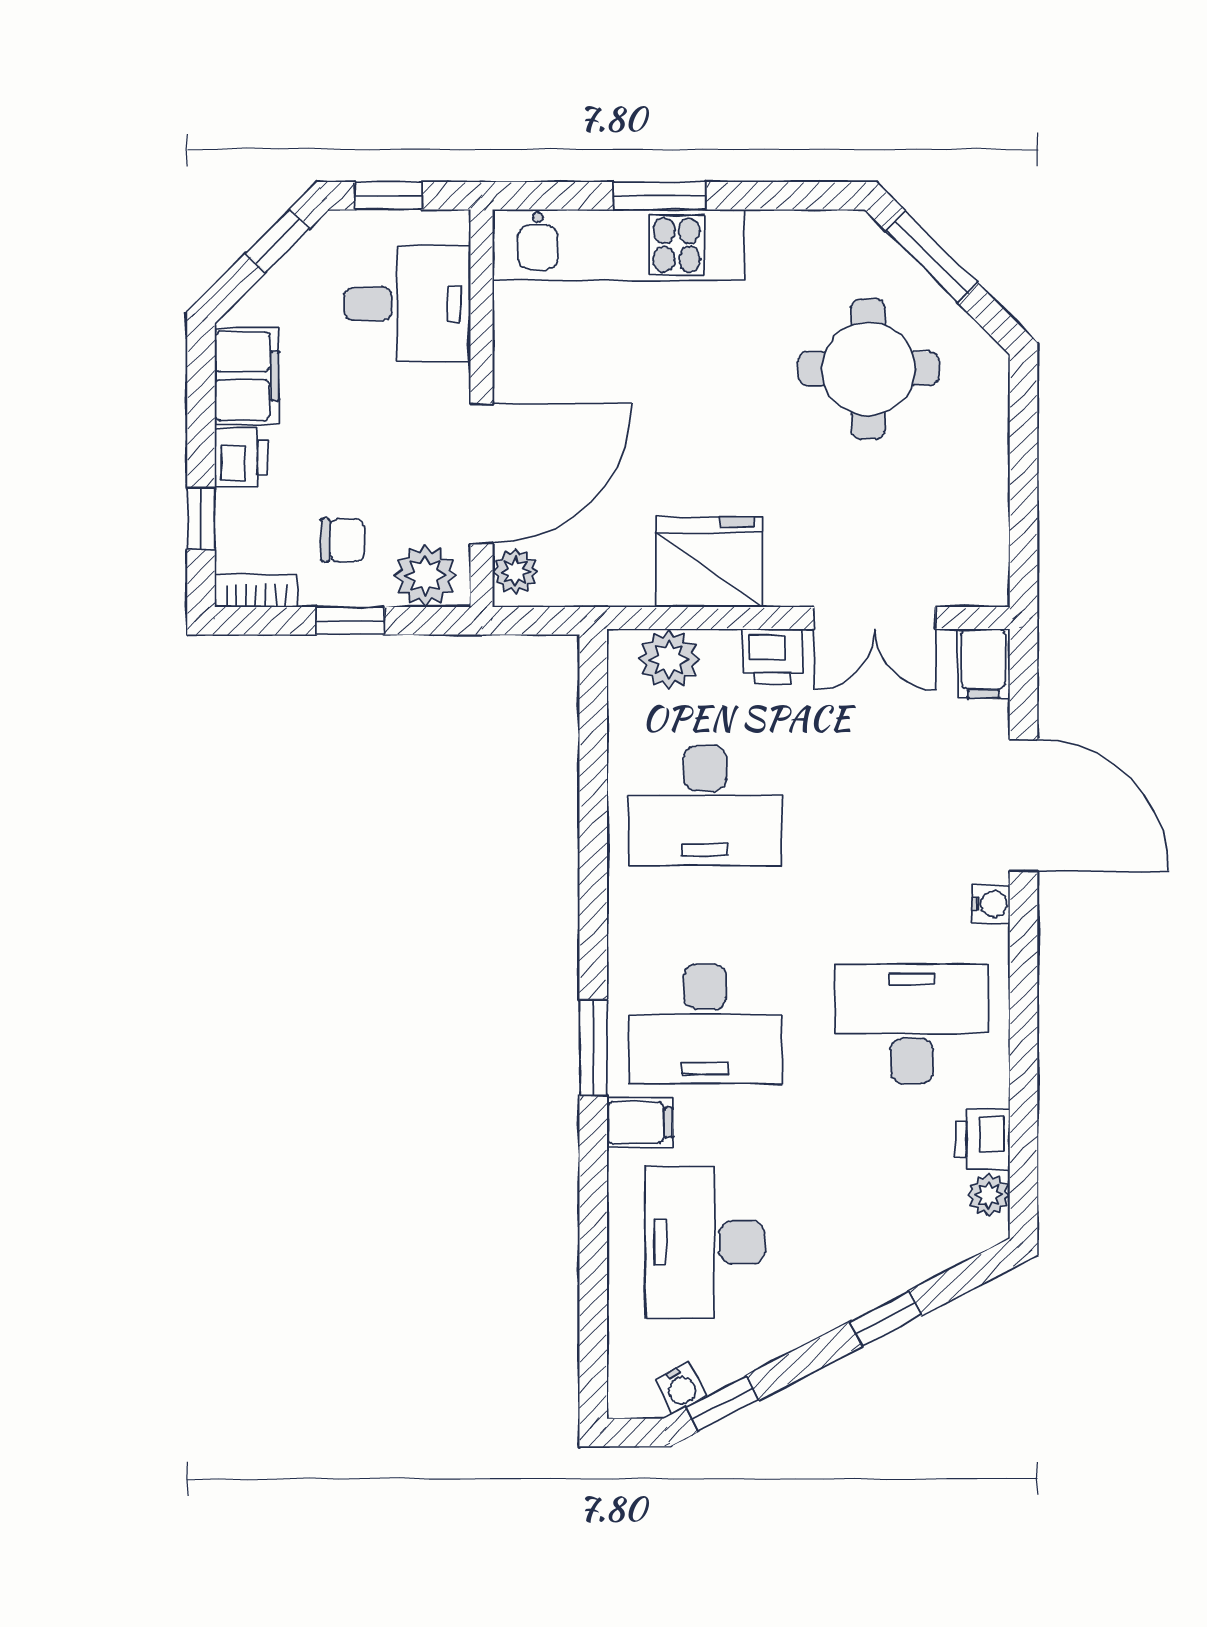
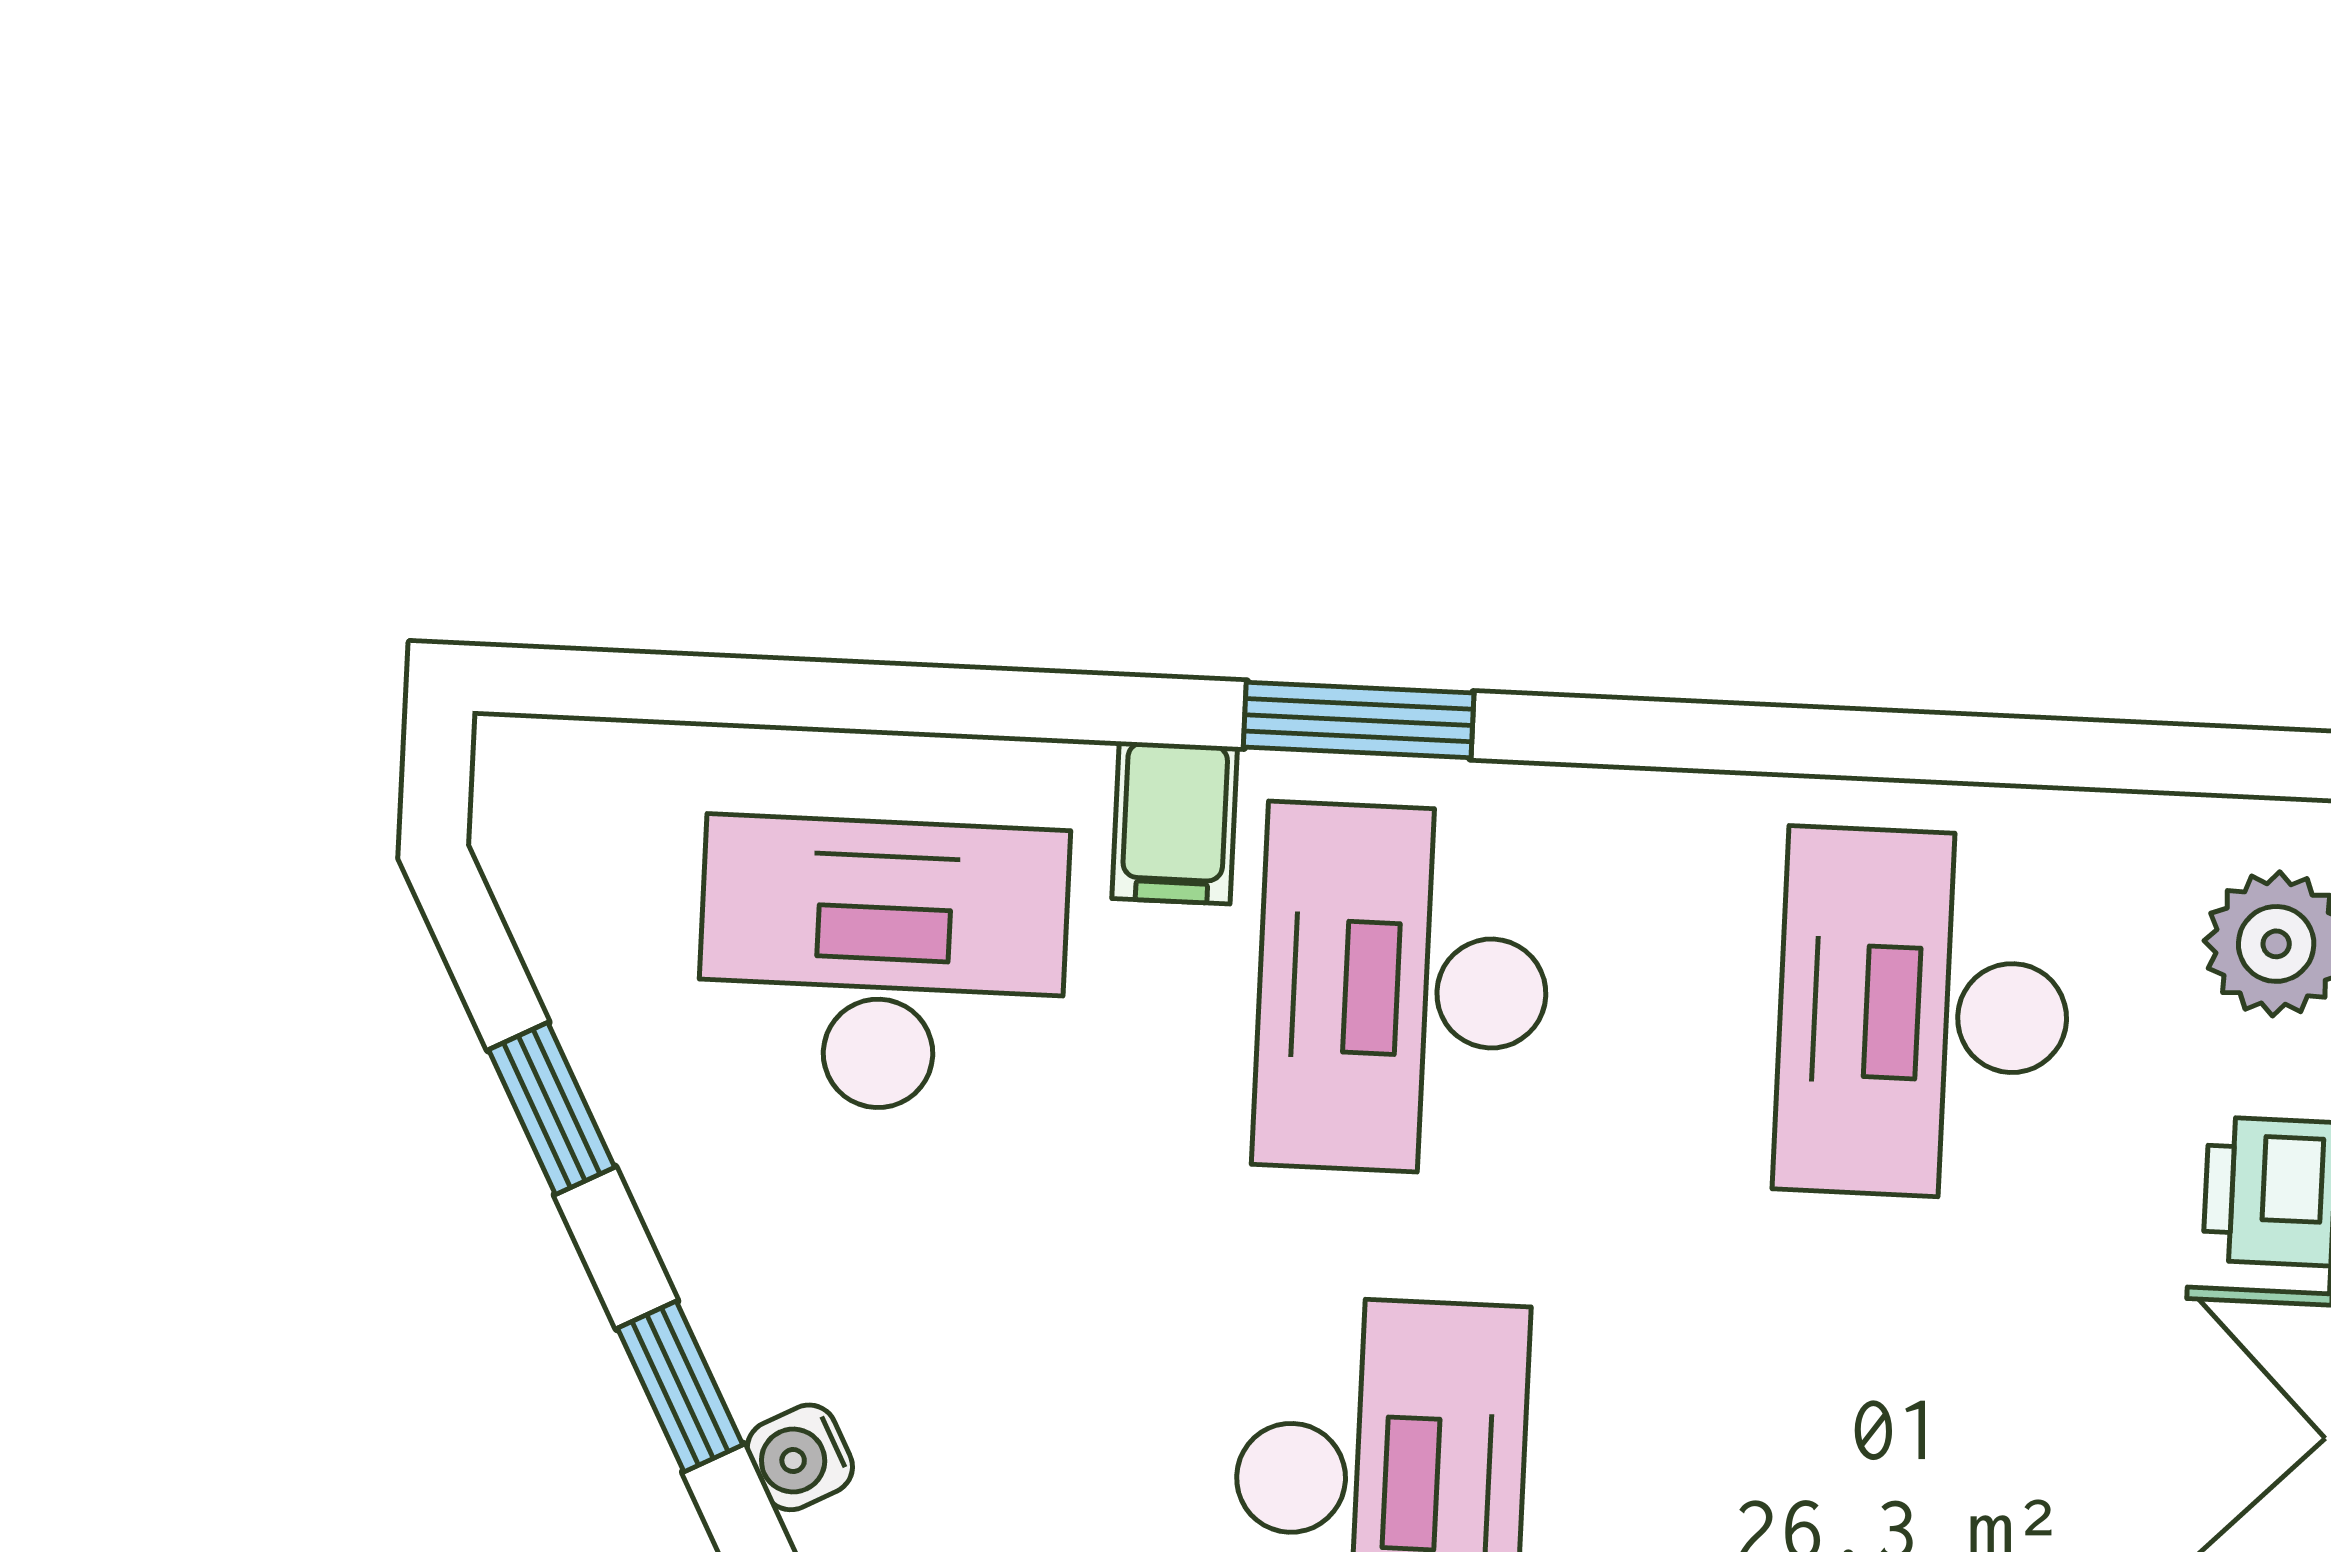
water cooler: (681, 1388) -> (800, 1457), moved
window: (722, 1404) -> (552, 1109), moved

